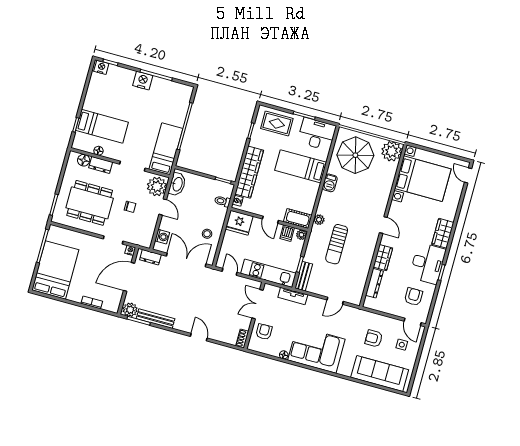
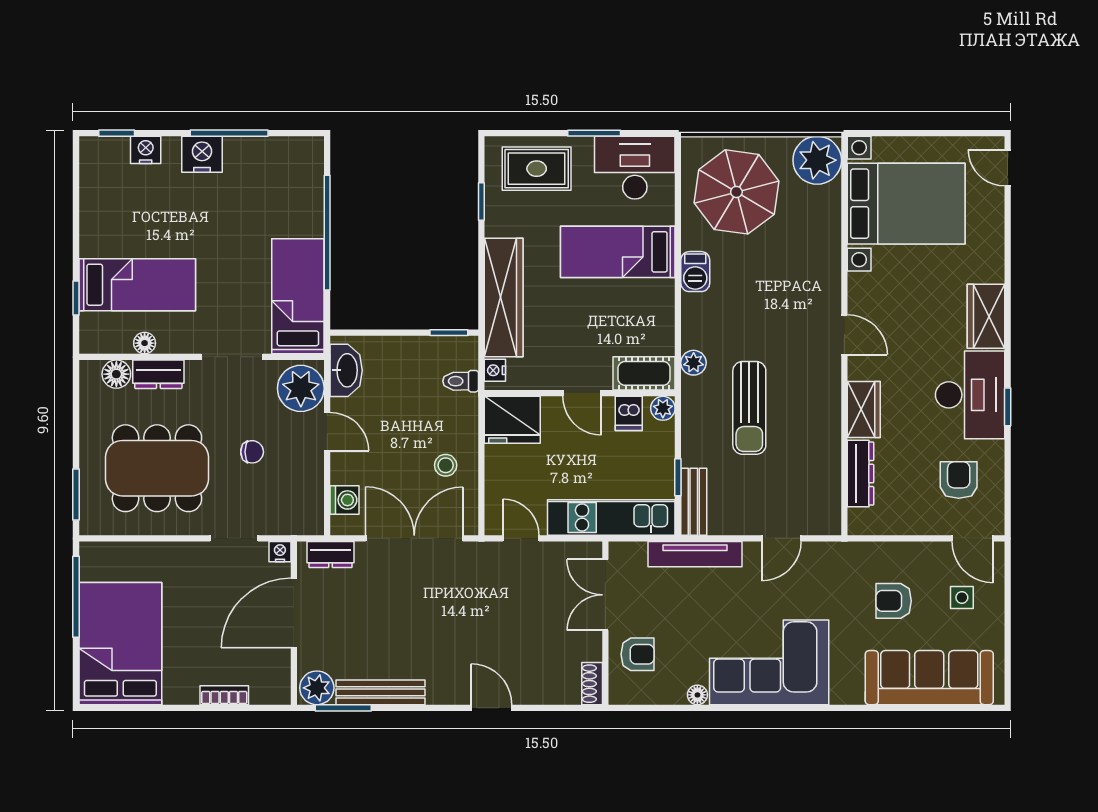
nightstand: (101, 67) -> (146, 150), moved
tv unit: (293, 296) -> (695, 554), width x1.41
armchair: (264, 332) -> (638, 654), turned 91

